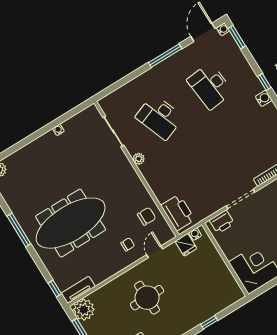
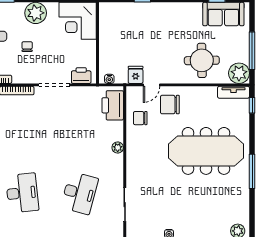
desk: (160, 117) -> (79, 193), turned 36
plant: (139, 159) -> (118, 148), moved
chair: (128, 244) -> (170, 105), width x1.87, depth x1.87
fridge: (186, 245) -> (136, 75), moved
round table: (147, 298) -> (202, 60), moved

